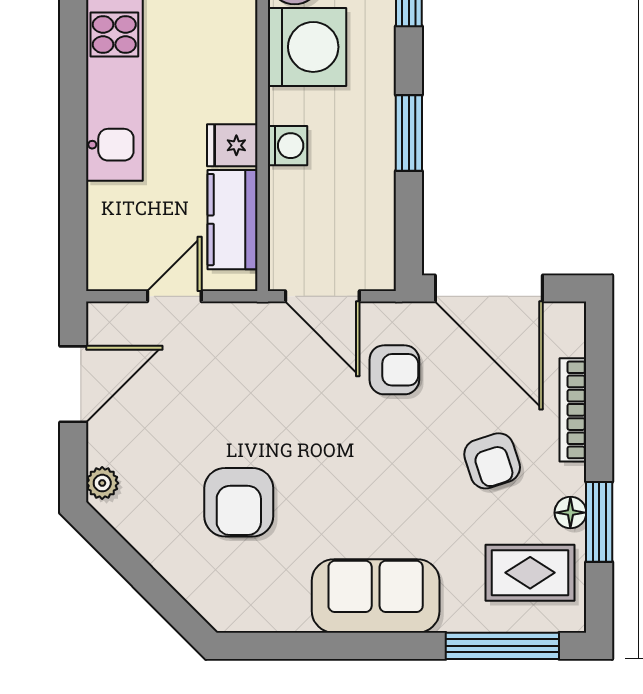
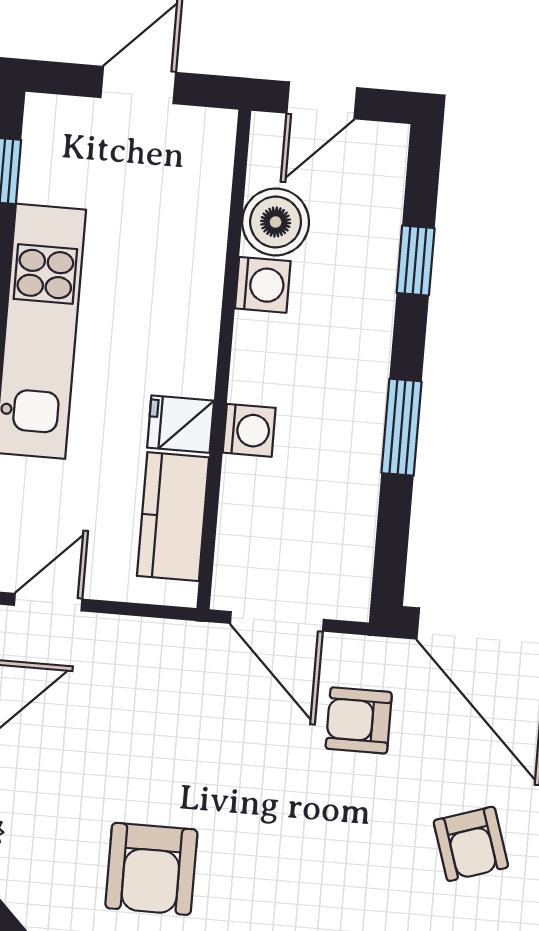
washing machine: (307, 47) -> (263, 285), width x0.53, depth x0.53
door: (174, 296) -> (48, 602), moved
armchair: (394, 370) -> (359, 720), turned 180

